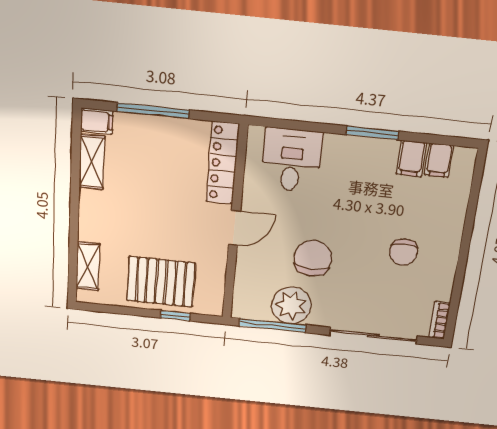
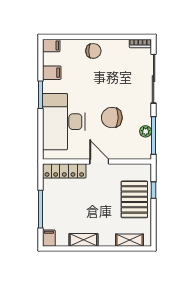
desk: (292, 160) -> (64, 122), width x1.87, depth x1.30
filing cabinet: (439, 160) -> (51, 45), moved
shelving: (92, 162) -> (83, 240), moved
chair: (404, 252) -> (93, 51), moved
plant: (291, 305) -> (146, 131), width x0.53, depth x0.53

